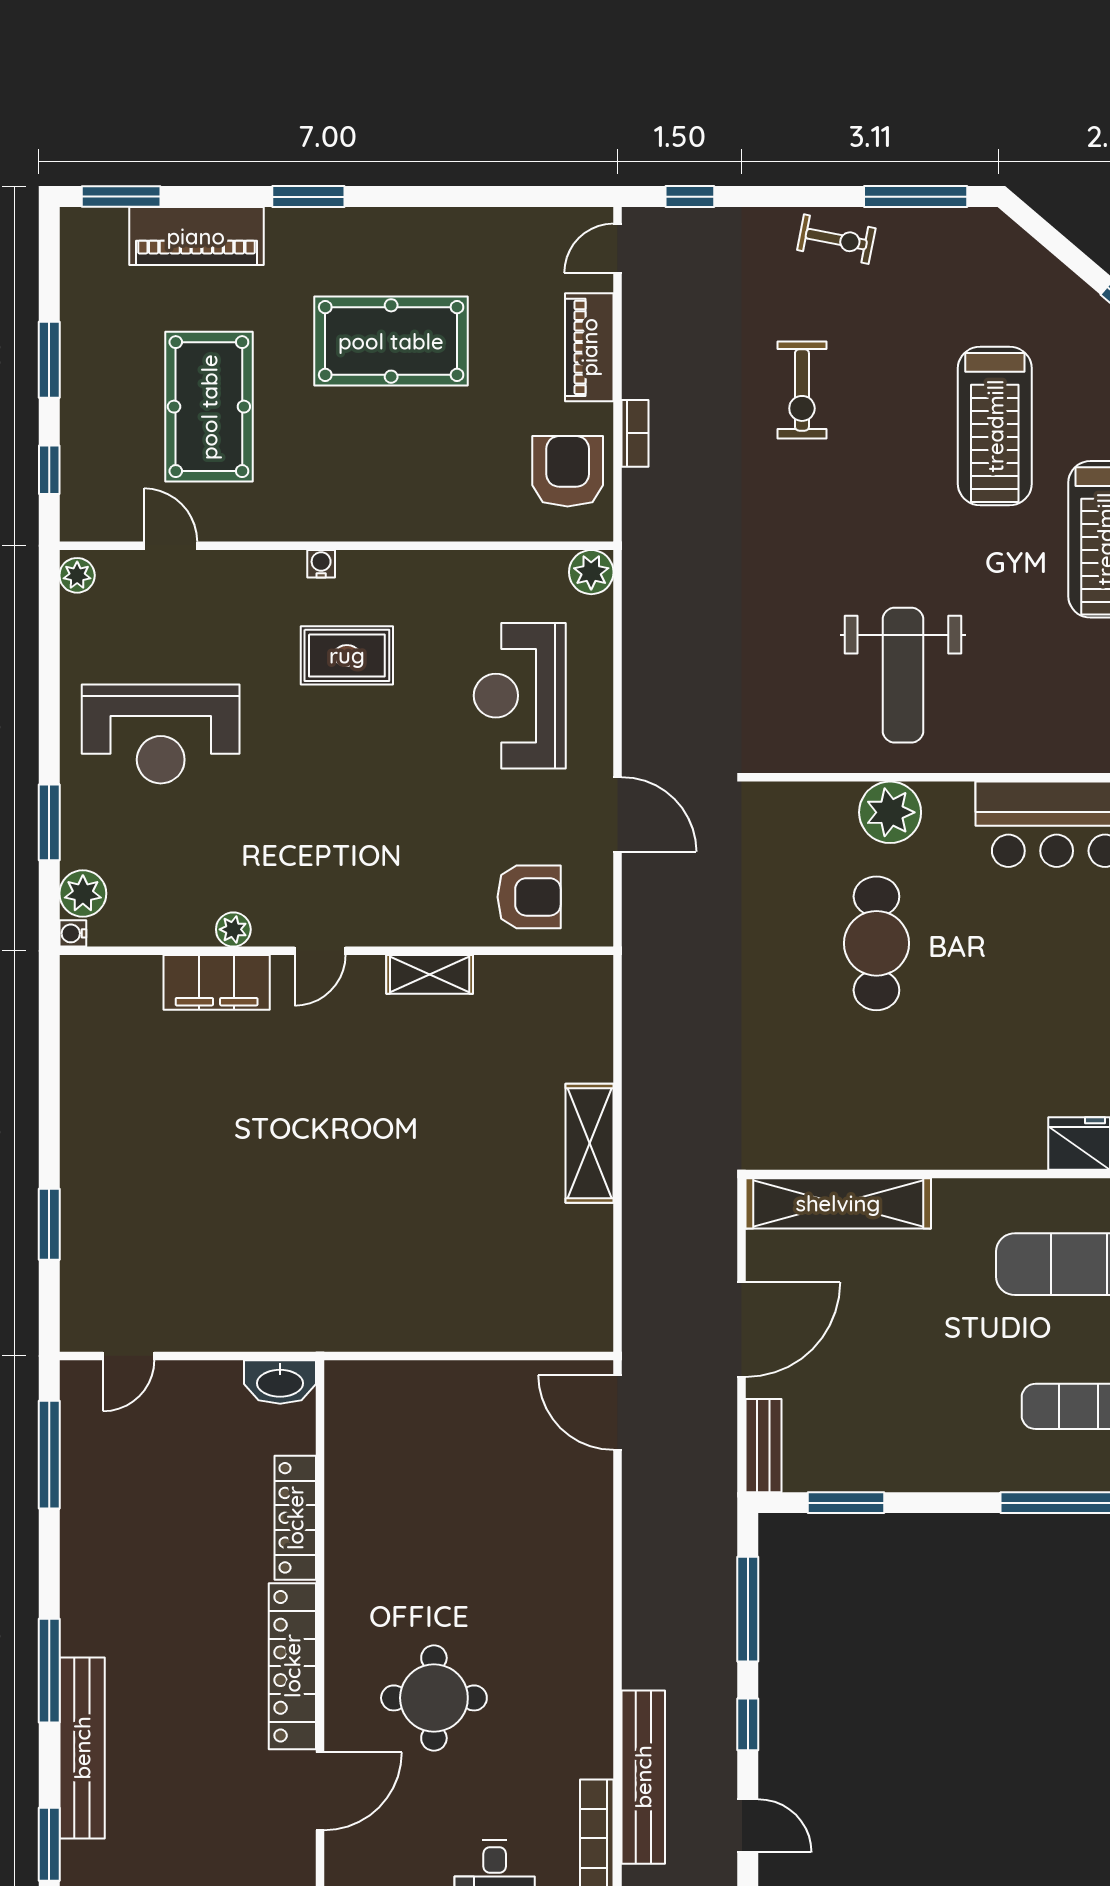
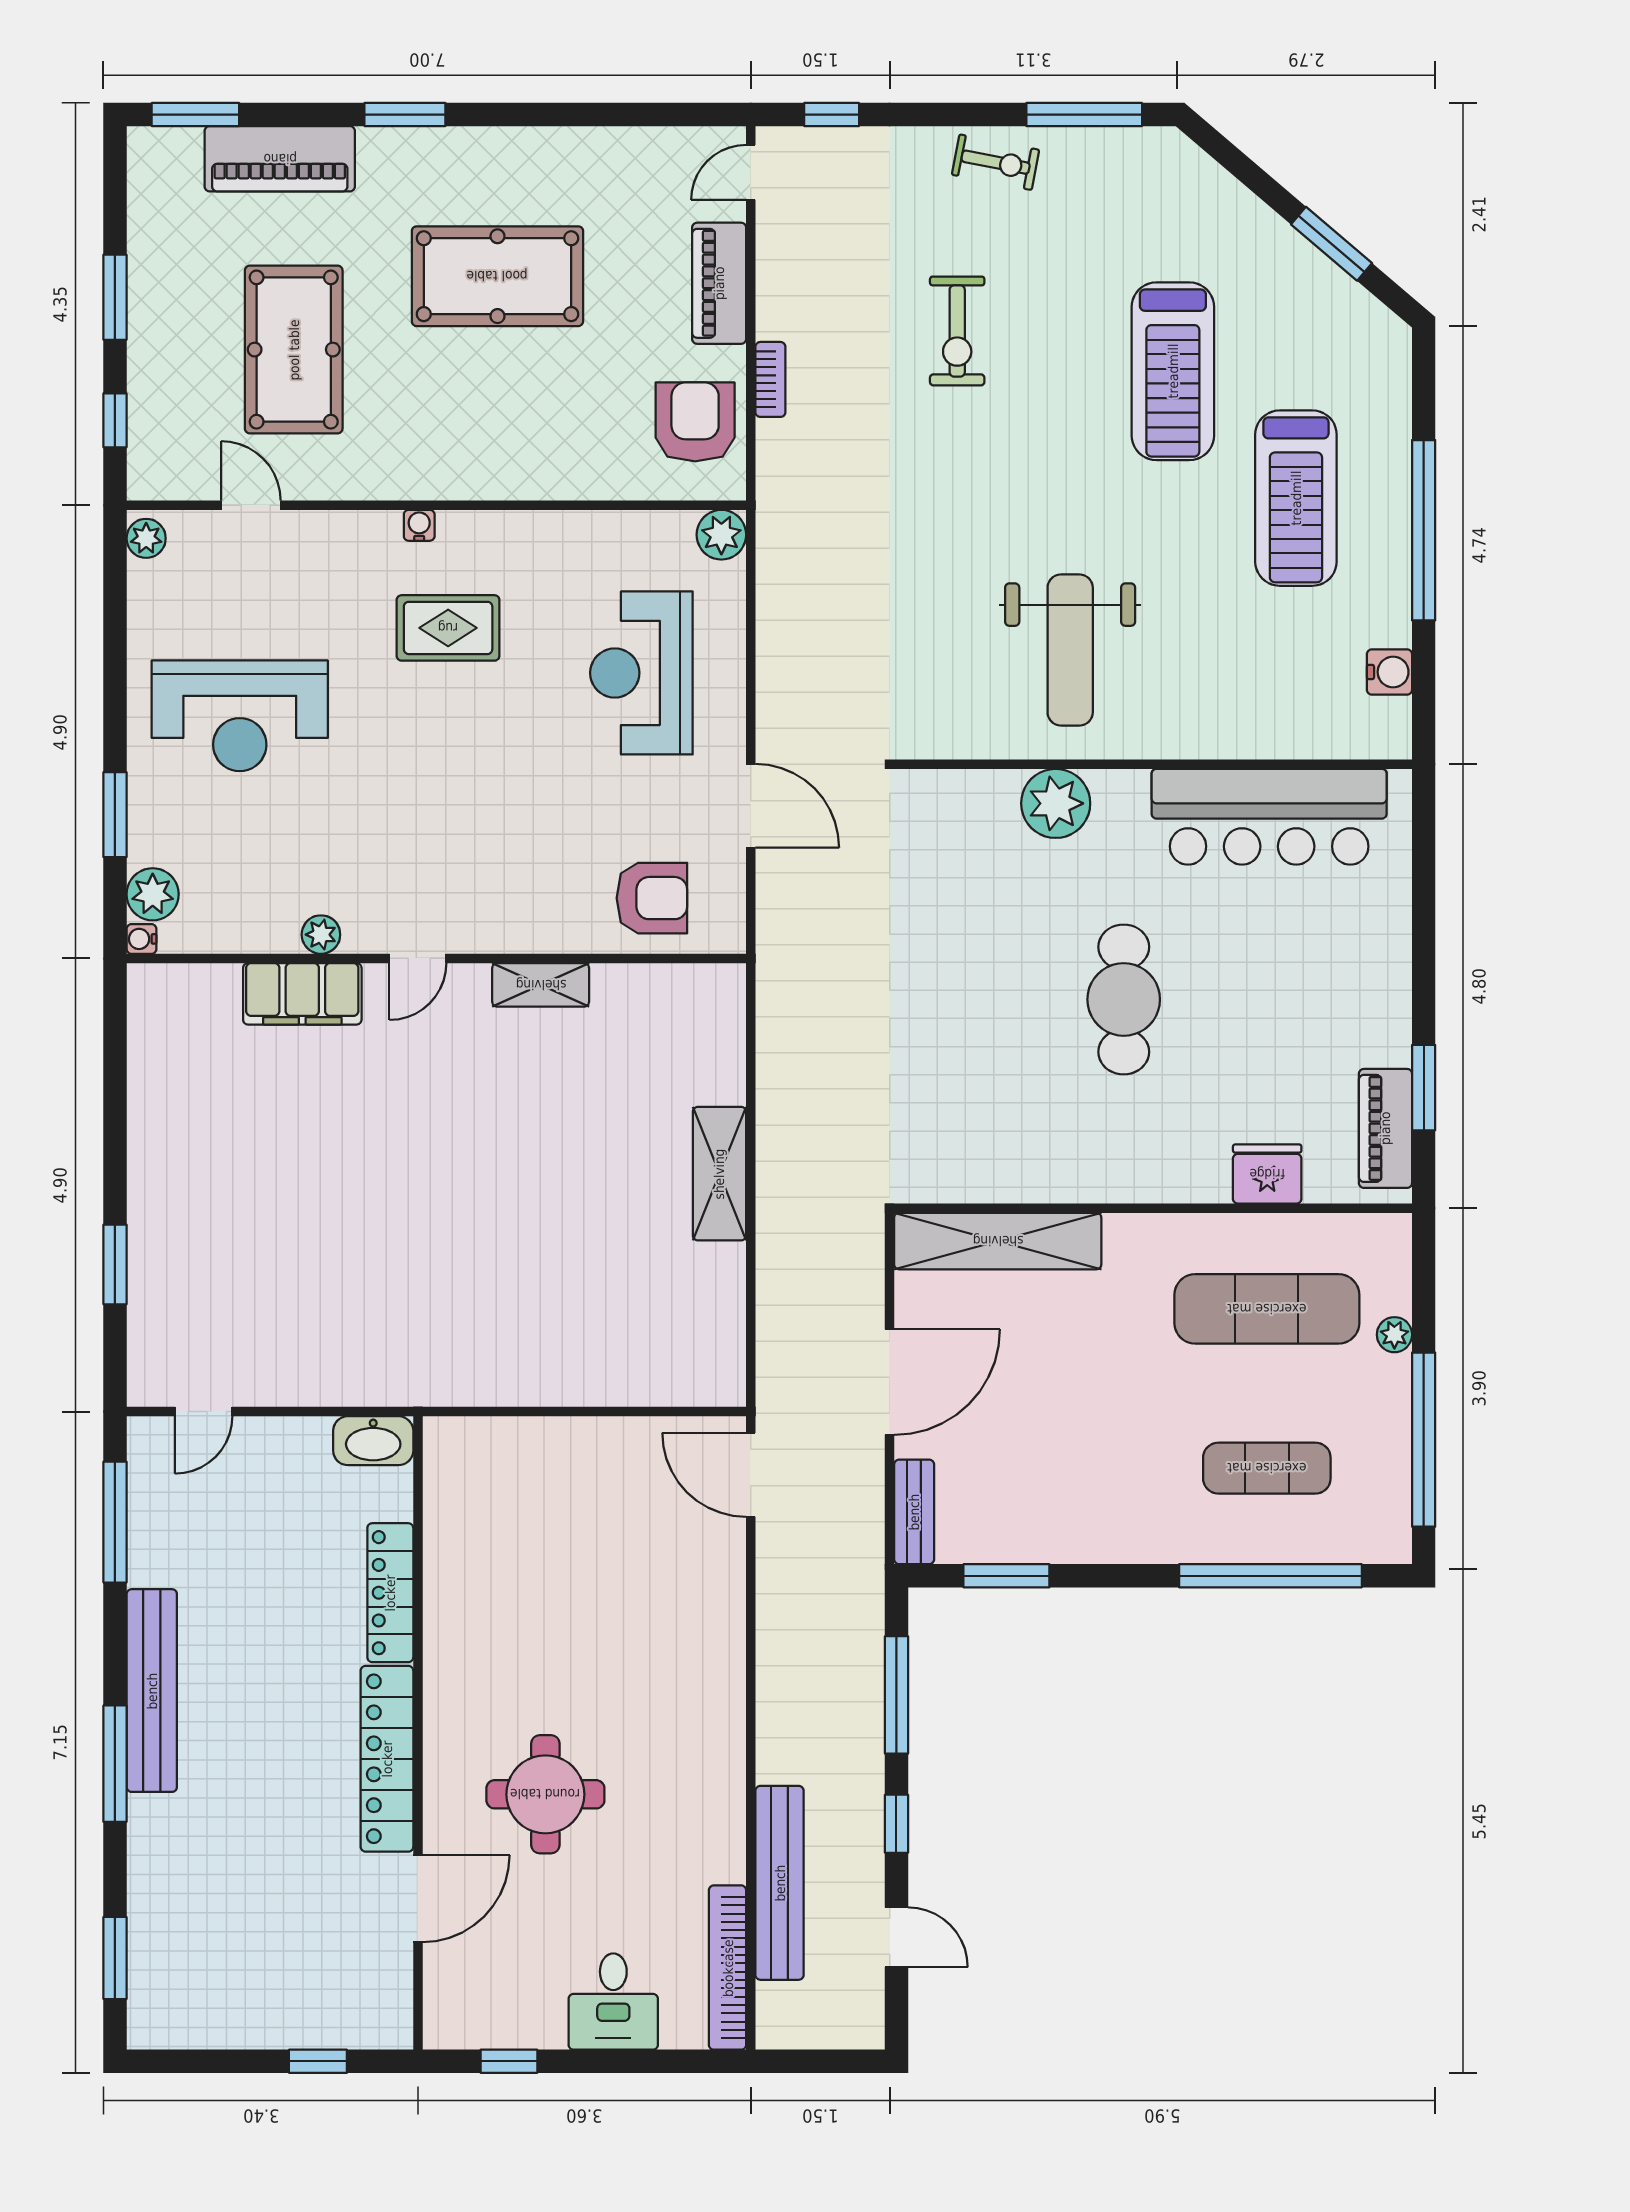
cafe table: (876, 943) -> (1124, 999), moved
bench: (82, 1748) -> (152, 1691), moved

